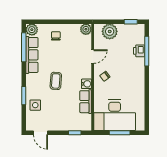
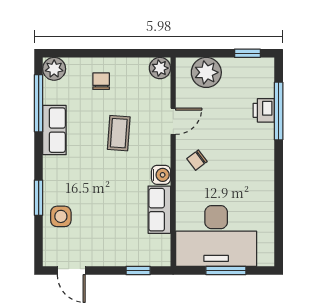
row of seats: (32, 55) -> (54, 130), width x0.68
coffee table: (56, 81) -> (119, 133), moved

